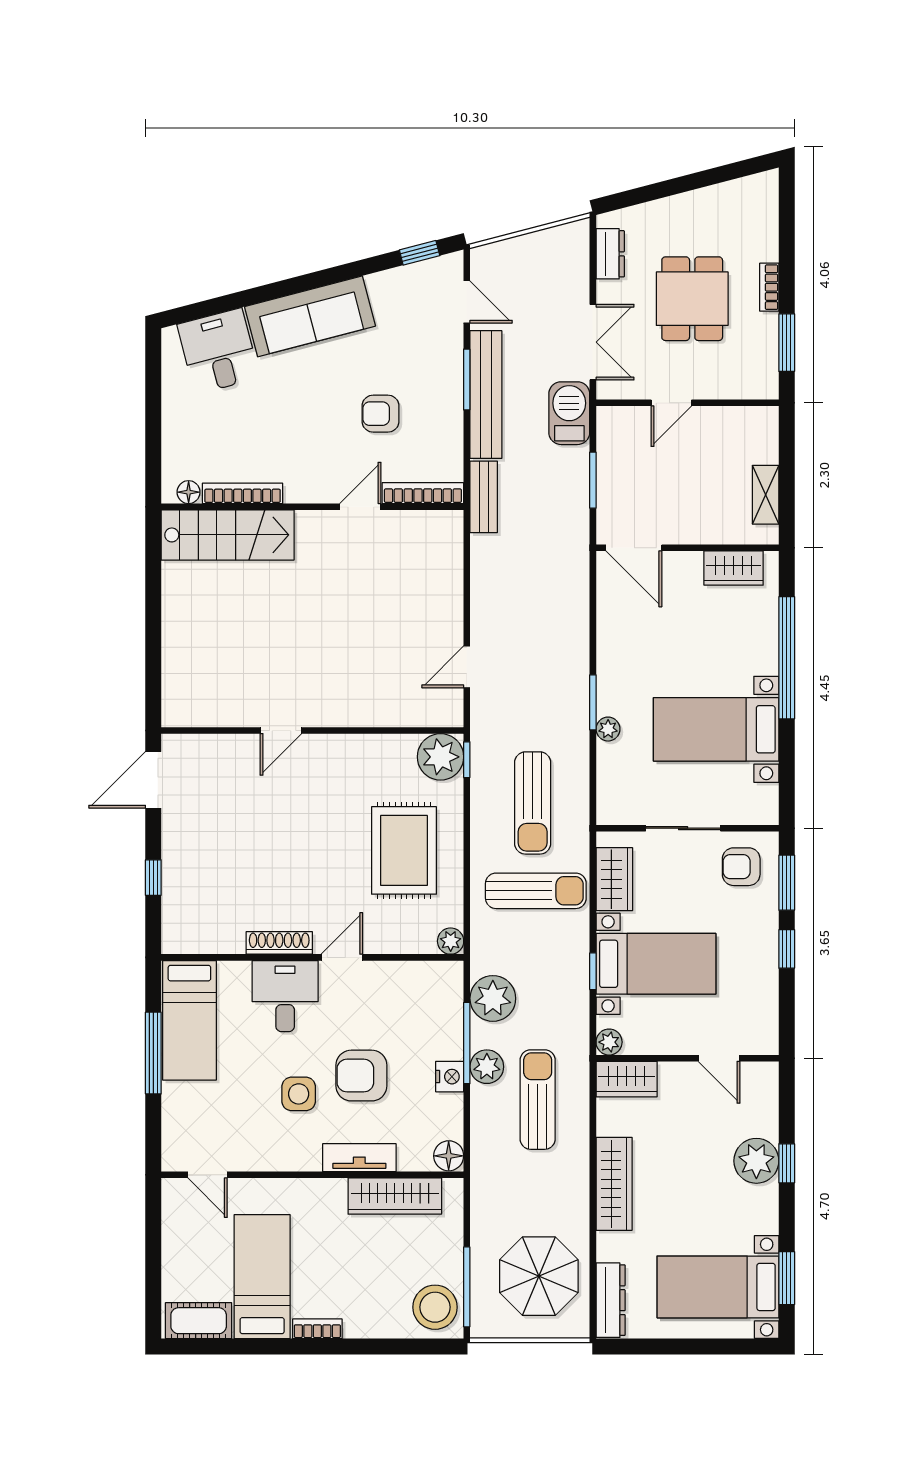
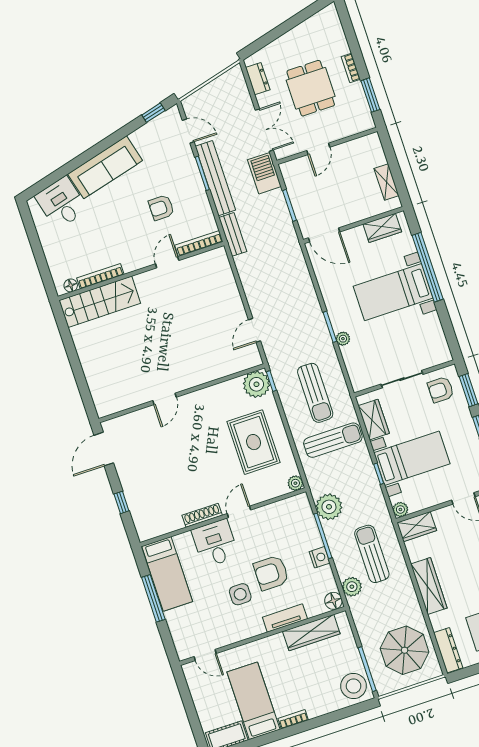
bed with nightstands: (716, 729) -> (393, 292), moved
plant: (487, 1067) -> (352, 587), moved

